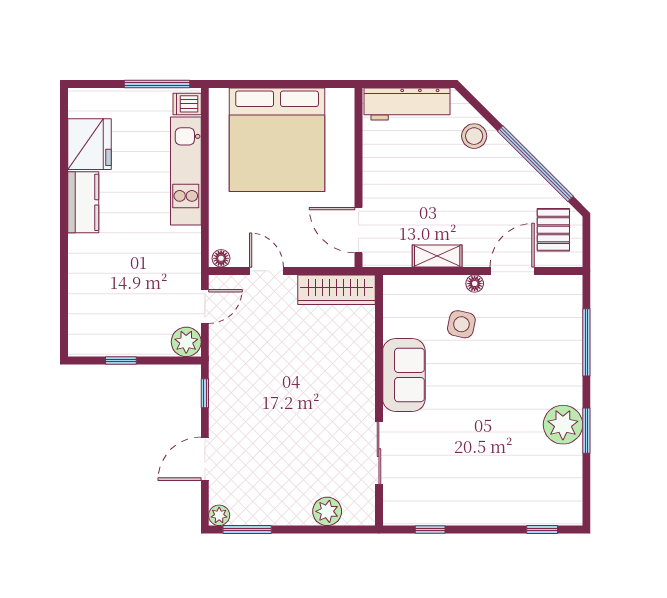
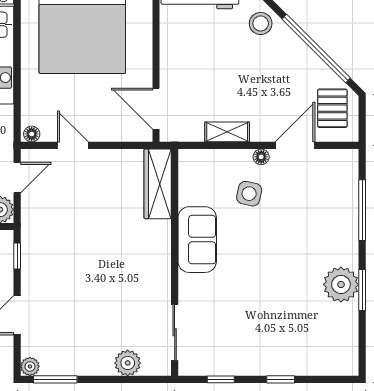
wardrobe: (337, 290) -> (158, 184), moved, turned 90
sliding door: (379, 453) -> (175, 332), moved
window: (542, 530) -> (281, 379), moved

